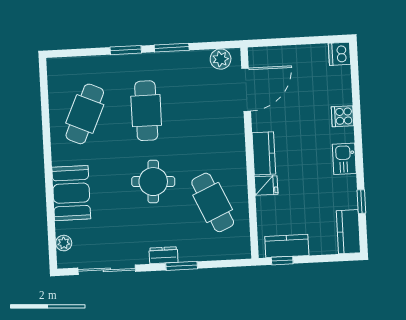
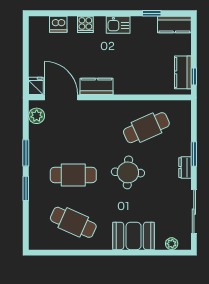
dishwasher: (339, 54) -> (58, 24), moved
kitchen counter: (264, 153) -> (97, 86), moved
fridge: (266, 186) -> (36, 86), moved

